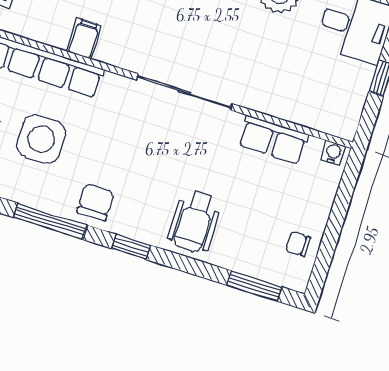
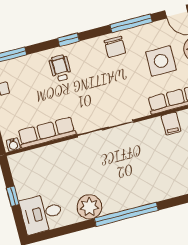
row of seats: (273, 140) -> (47, 132), width x1.48
wheelchair: (195, 221) -> (60, 68), width x0.73, depth x0.73
window: (131, 247) -> (69, 40), moved

